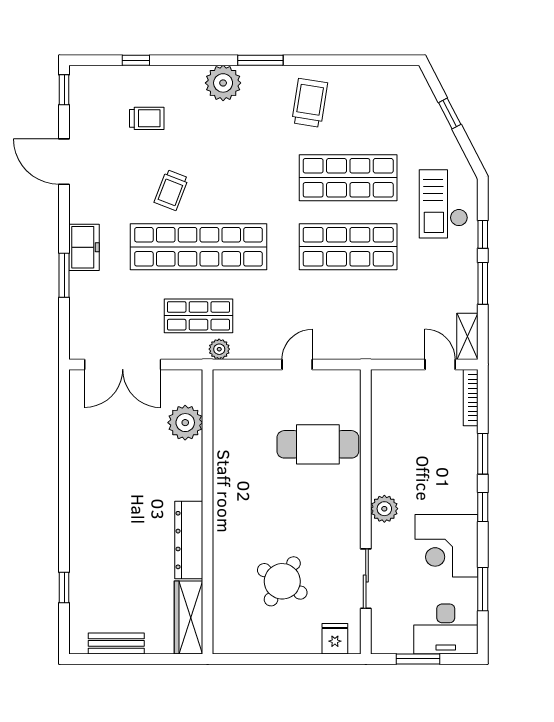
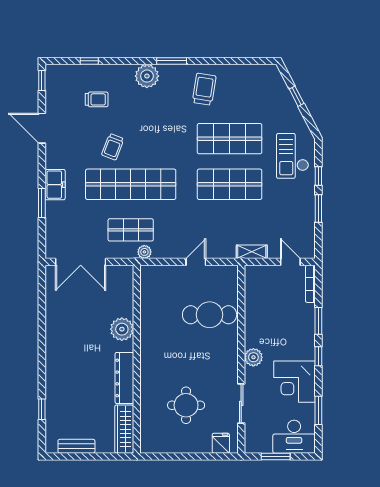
shelving: (467, 336) -> (252, 252), moved, turned 90
plant: (185, 423) -> (122, 329), moved
round table: (282, 581) -> (186, 405), turned -32

